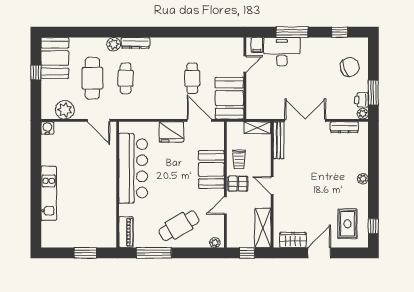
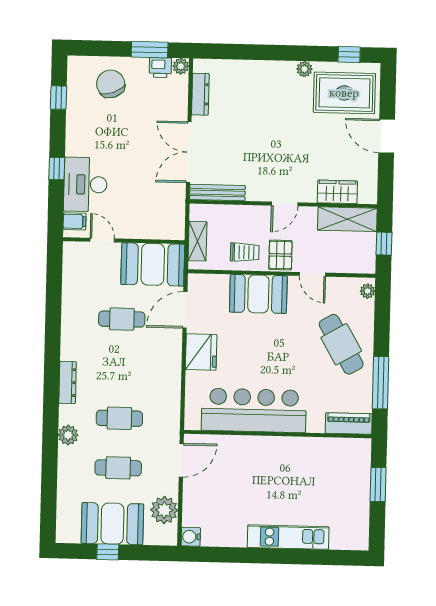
window: (292, 32) -> (57, 169), width x0.46
dresser: (135, 43) -> (68, 382), moved
booth: (55, 58) -> (112, 524), moved
cafe table: (92, 78) -> (118, 468), width x0.73, depth x0.74
shelving: (257, 128) -> (197, 241), moved
plant: (363, 179) -> (304, 69), moved
rug: (347, 224) -> (344, 93), width x1.36, depth x1.43
wardrobe: (293, 240) -> (337, 192), moved, turned 90

